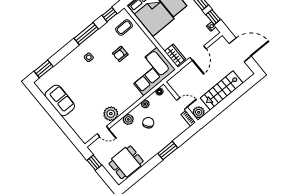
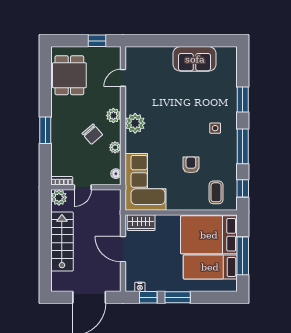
window: (44, 69) -> (243, 99), moved
plant: (111, 114) -> (135, 123), moved

